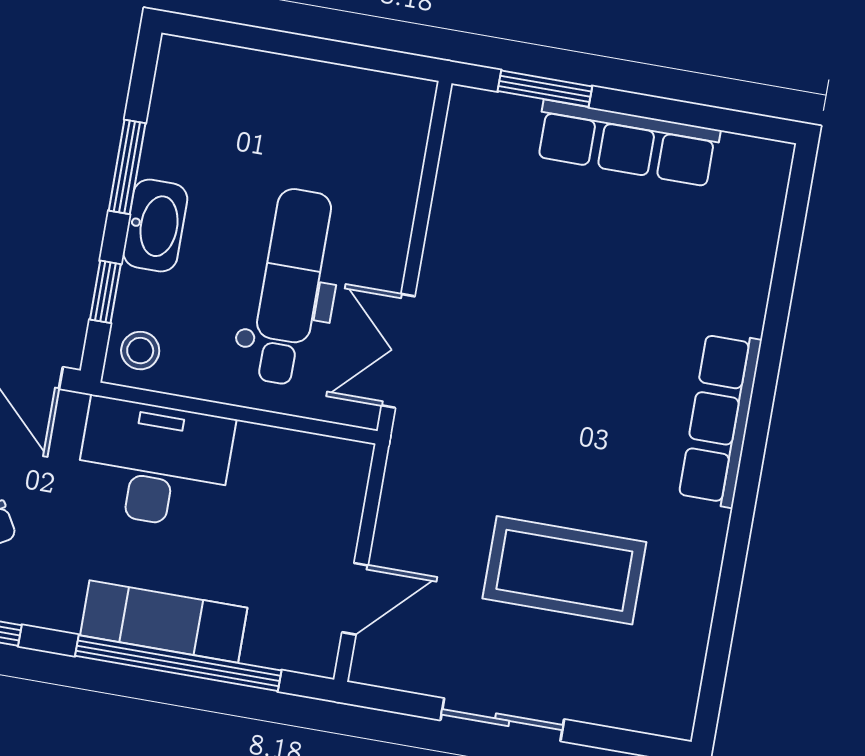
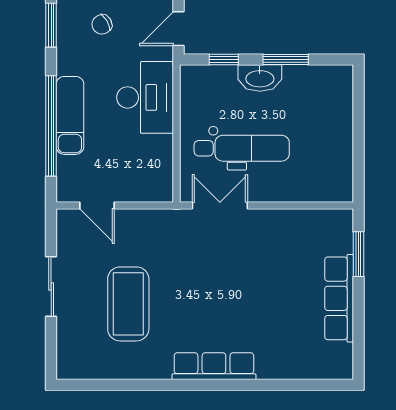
stool: (140, 351) -> (198, 81), removed

